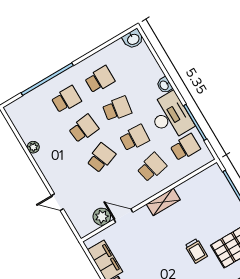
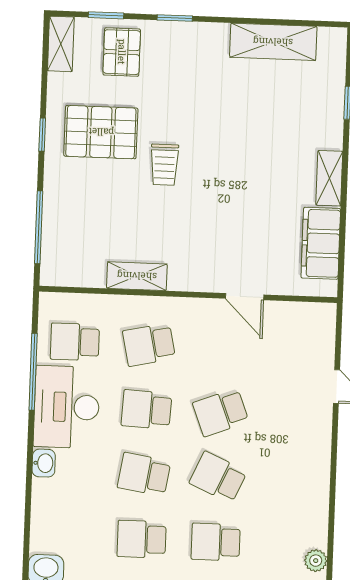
school desk: (84, 129) -> (218, 477), turned 30
plant: (33, 147) -> (316, 561), moved
shelving: (163, 202) -> (137, 276), moved
plant: (102, 217) -> (280, 317), removed
trolley: (196, 251) -> (164, 165), turned 180

